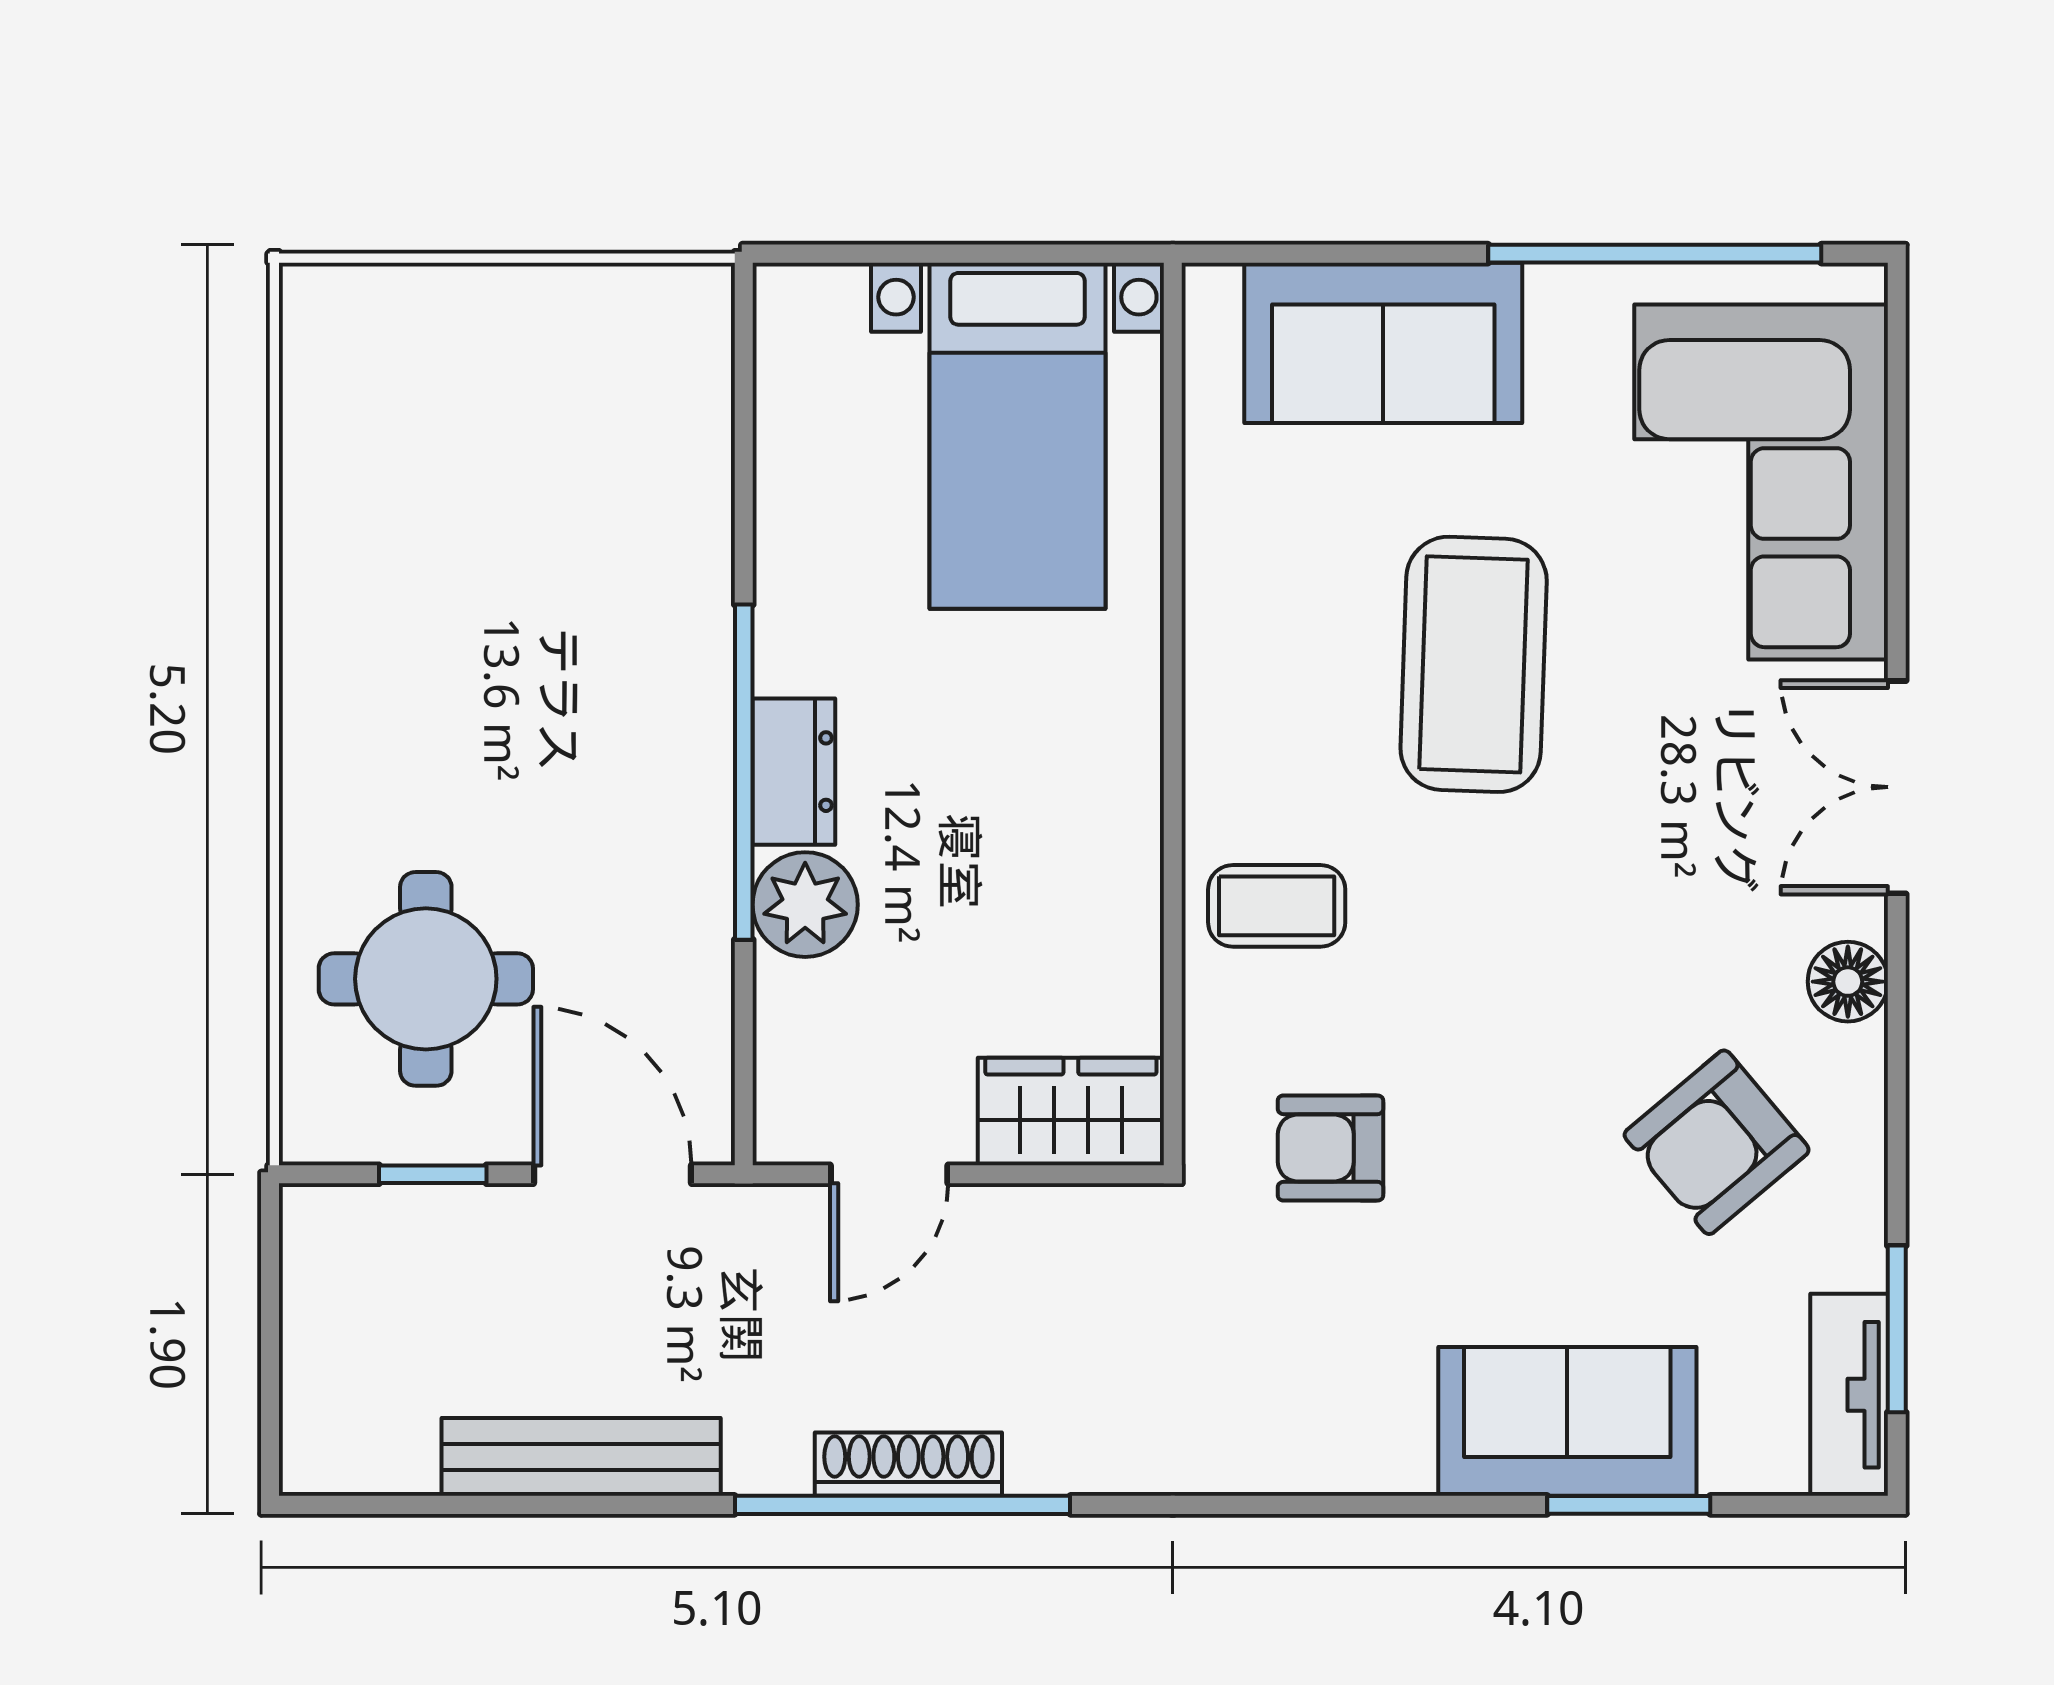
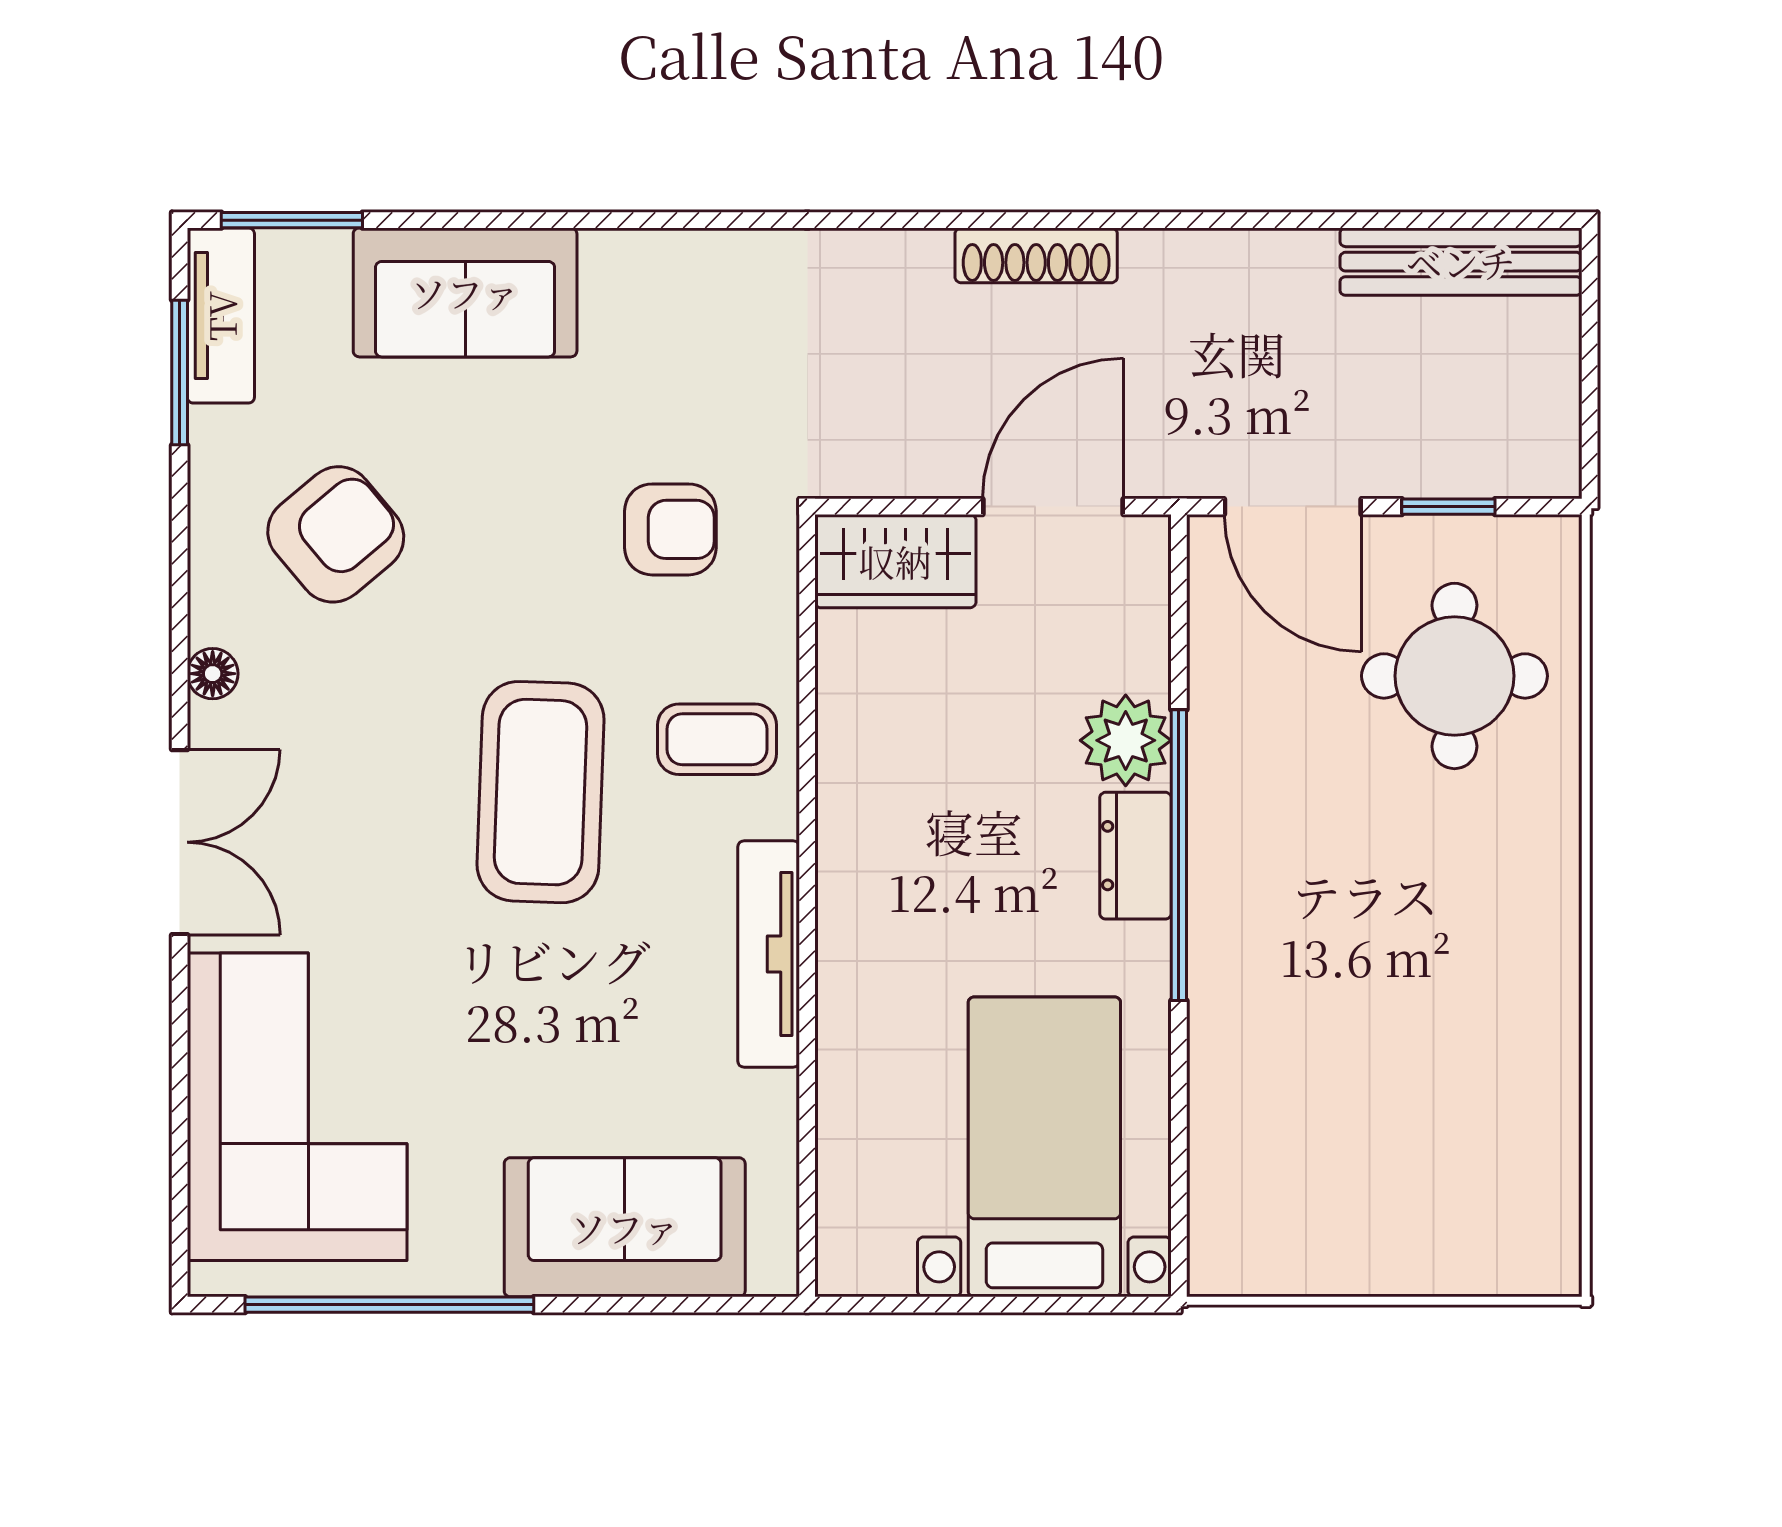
bed with nightstands: (1017, 436) -> (1044, 1147), moved
tv unit: (1217, 658) -> (769, 954), added
coffee table: (1474, 664) -> (541, 792), moved
floor lamp: (1848, 982) -> (213, 674), width x0.73, depth x0.73
door: (889, 1174) -> (1053, 507), width x1.38
bench: (581, 1457) -> (1461, 262), moved
window: (902, 1505) -> (1041, 220), removed
window: (1629, 1505) -> (292, 220), moved

